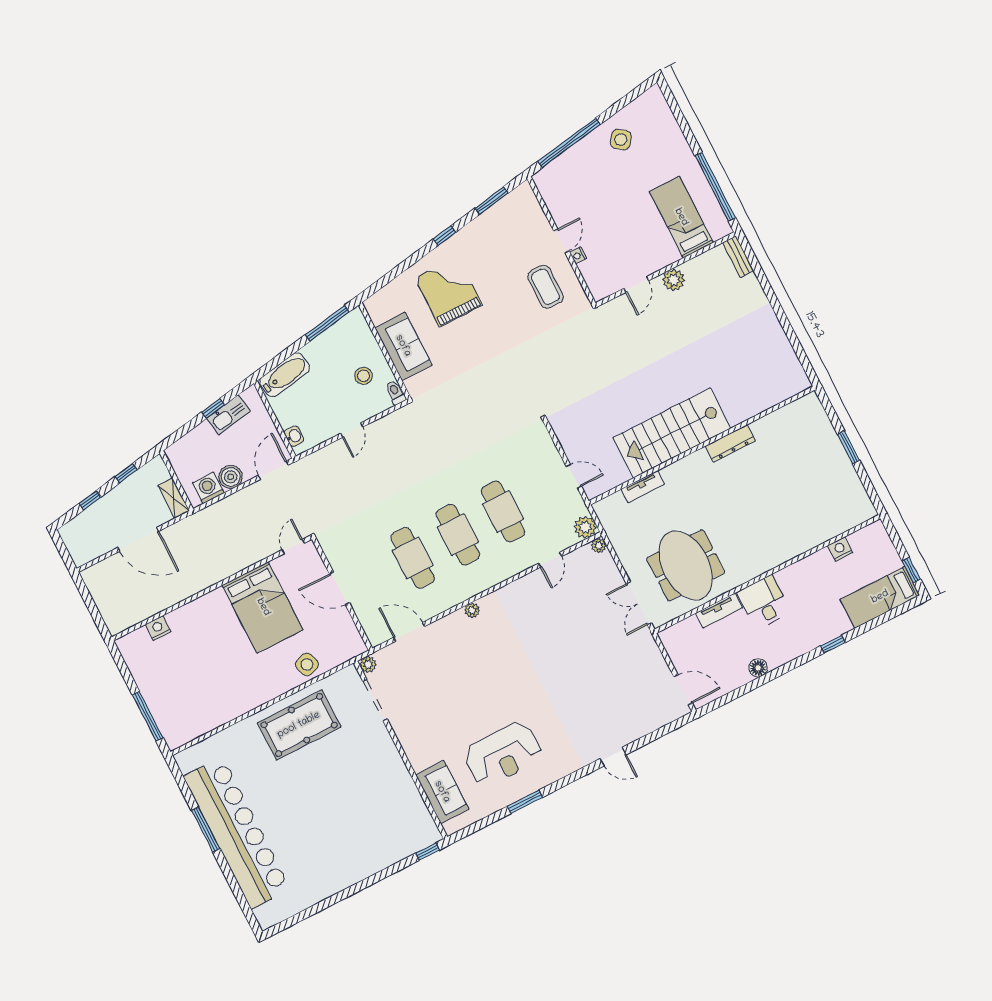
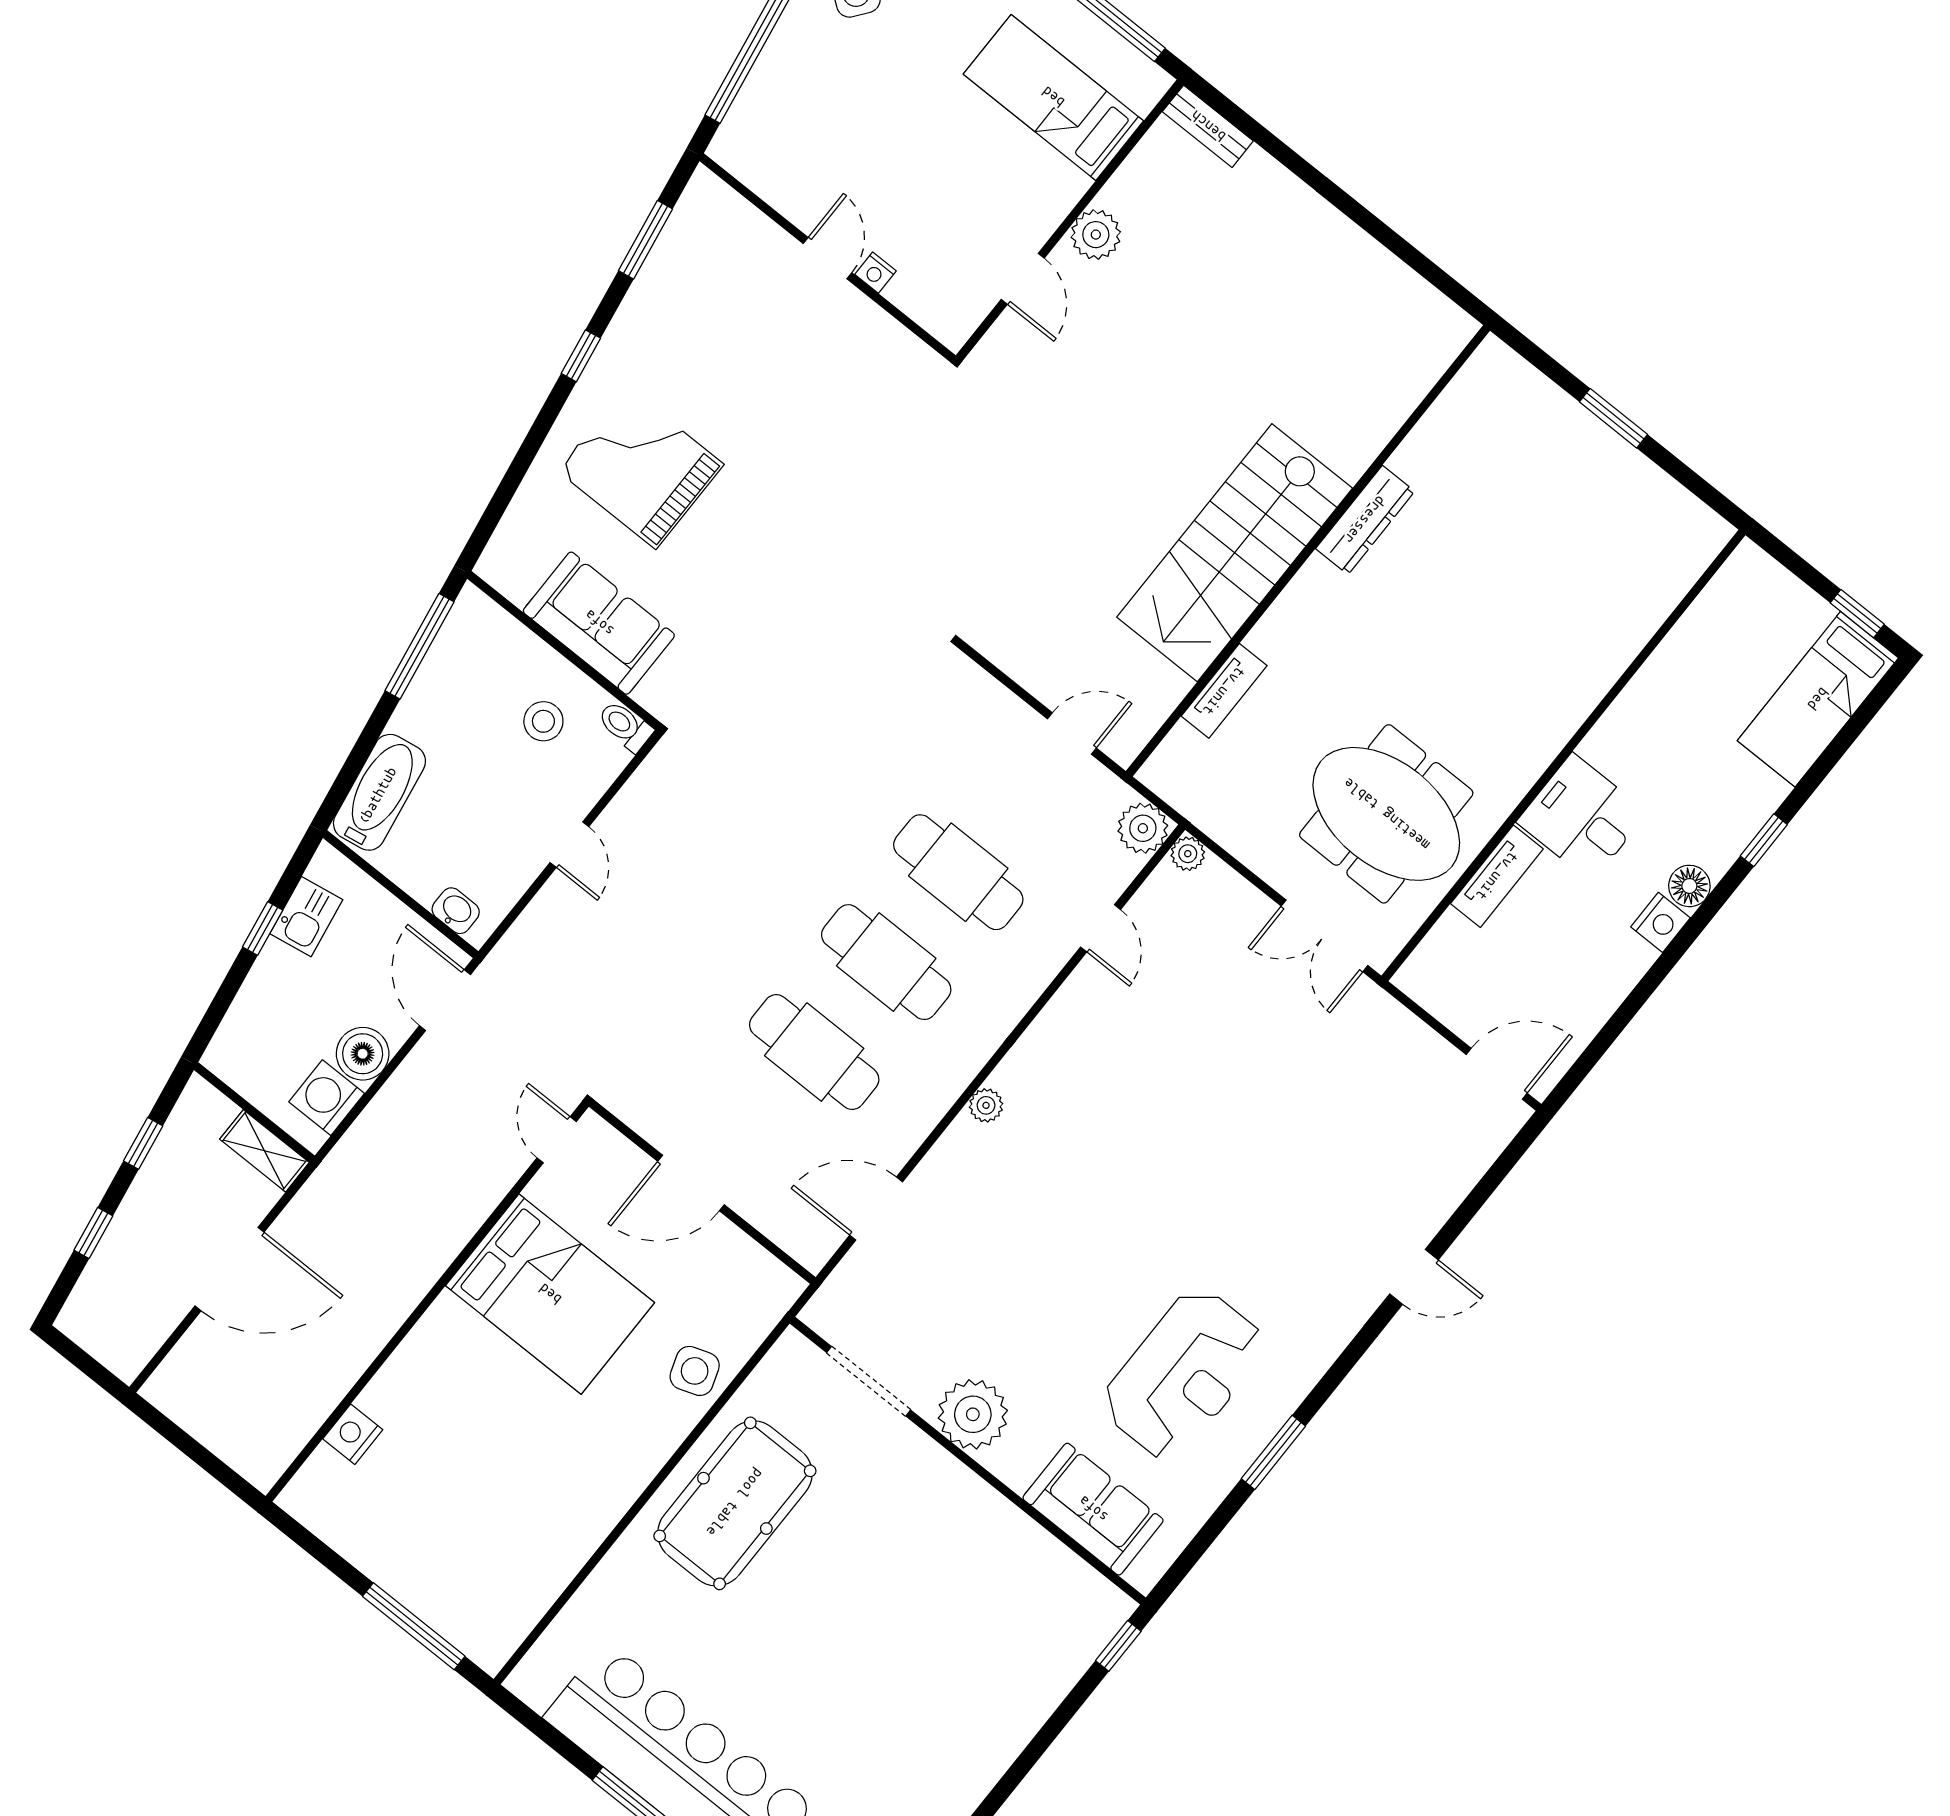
coffee table: (545, 287) -> (837, 368), removed
kitchen sink: (228, 415) -> (306, 917), width x0.73
nightstand: (840, 549) -> (1661, 922), moved, turned 180
plant: (368, 664) -> (973, 1414), moved, width x1.88, depth x1.88
floor lamp: (758, 668) -> (1689, 886), moved

